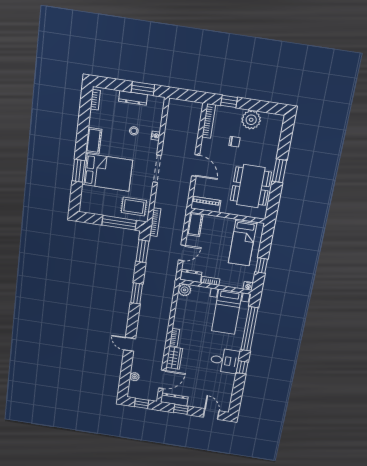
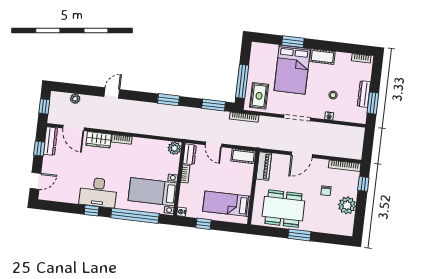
desk: (225, 361) -> (98, 192), width x1.37

